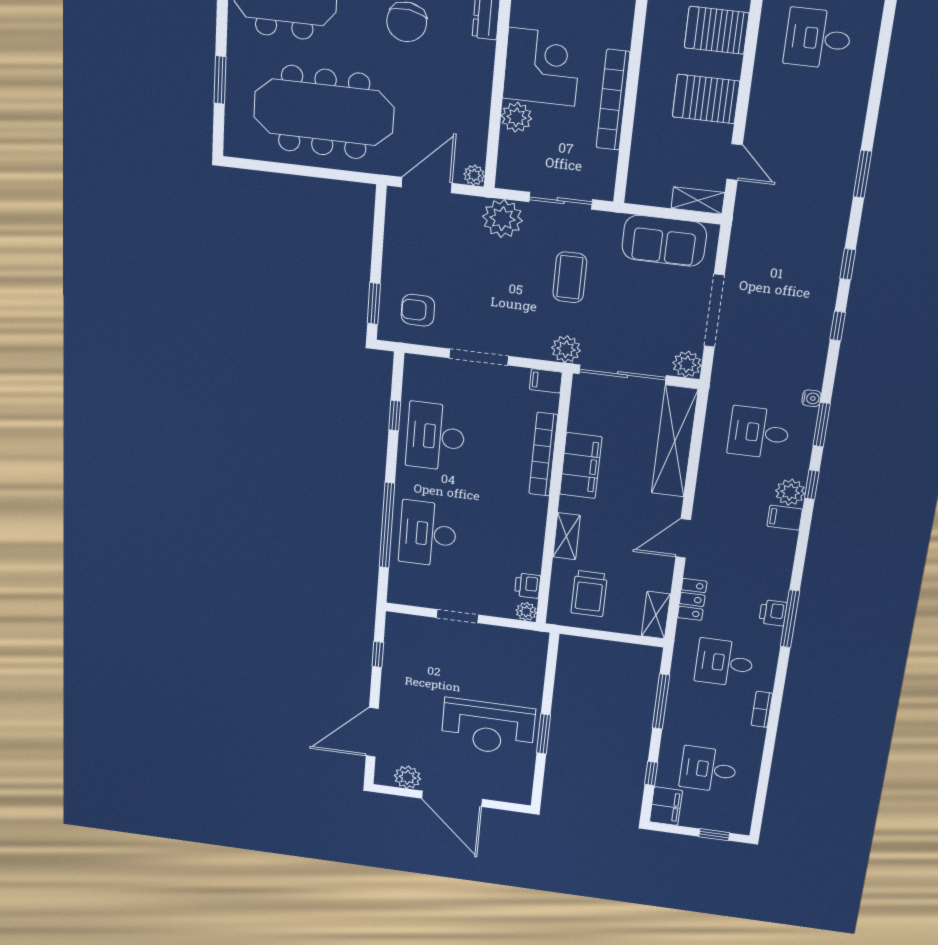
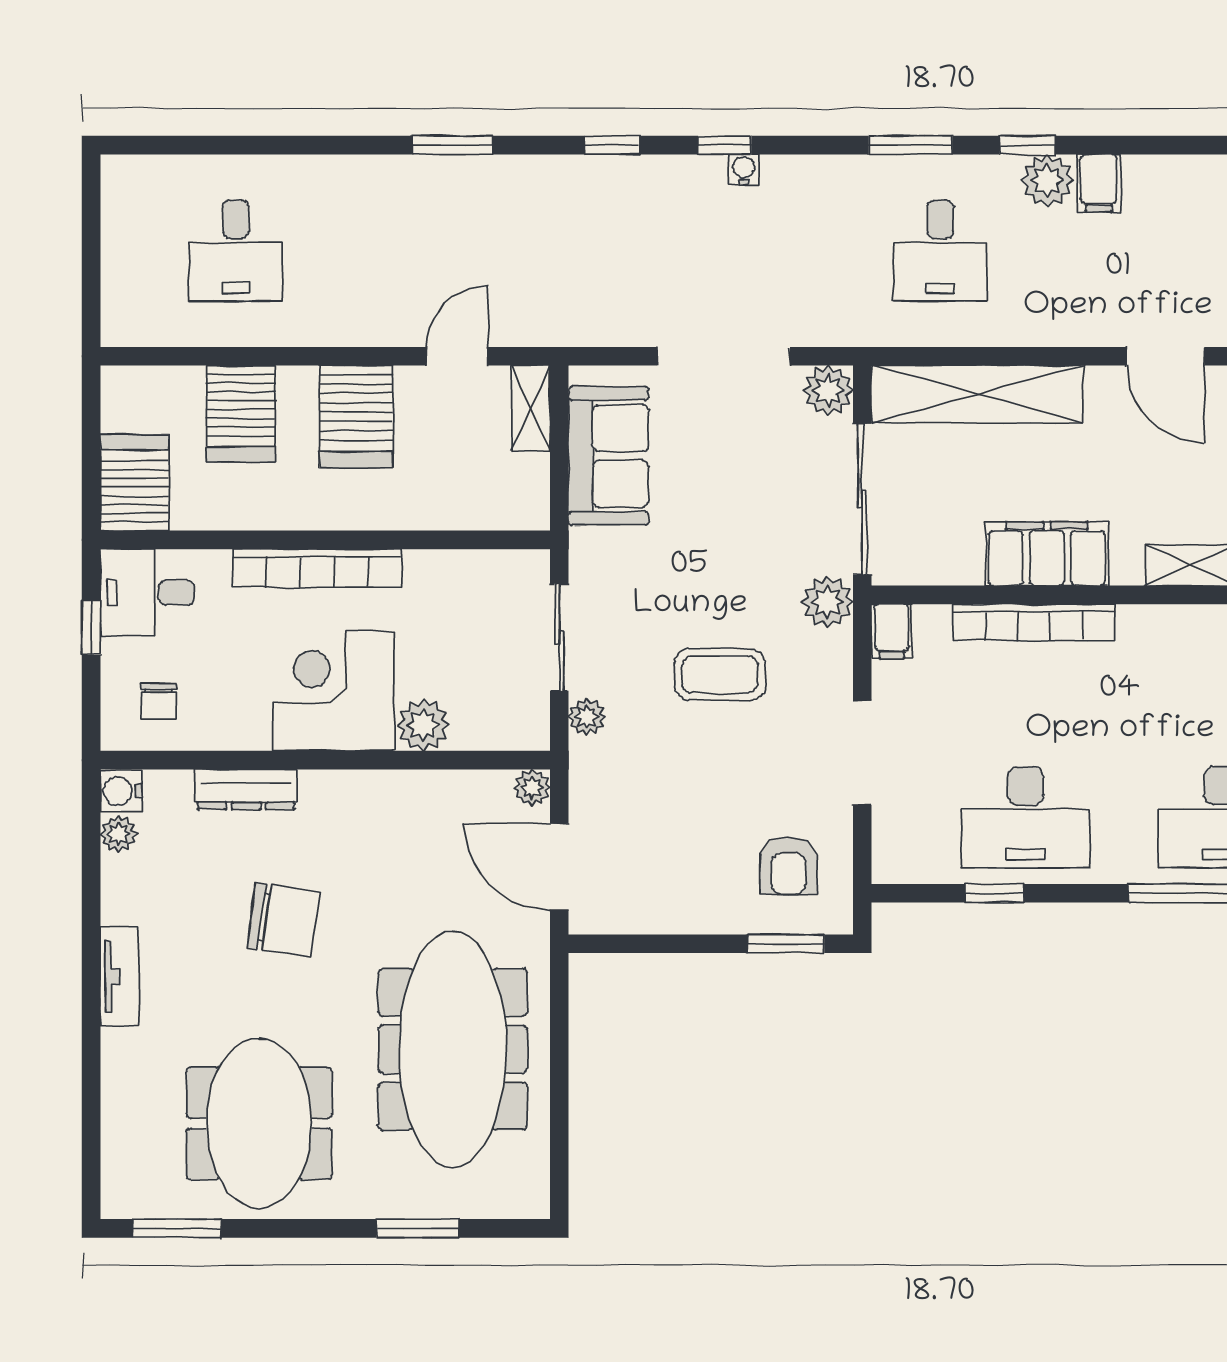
bookcase: (613, 100) -> (317, 568), moved
plant: (503, 219) -> (587, 717), width x0.53, depth x0.53
coffee table: (570, 277) -> (720, 674), moved
water cooler: (811, 398) -> (744, 170), moved

